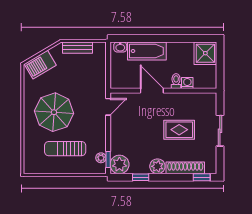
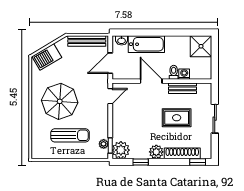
bench: (78, 48) -> (87, 41), width x1.36
door: (108, 71) -> (110, 63), added
bench: (186, 98) -> (183, 88), added
sun lounger: (65, 149) -> (70, 135), turned 180

